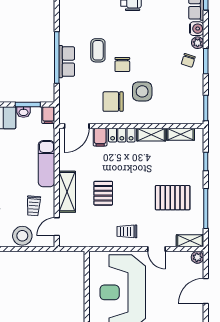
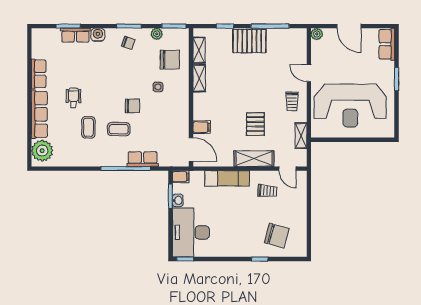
coffee table: (100, 19) -> (88, 127), added
plant: (198, 43) -> (157, 34), moved
row of seats: (67, 62) -> (143, 159), moved
side table: (142, 91) -> (158, 87), width x0.54, depth x0.54
chair: (113, 102) -> (170, 60), moved, turned -90
locker: (122, 135) -> (200, 106), removed
pallet: (103, 193) -> (255, 124), turned 90
pallet: (173, 198) -> (249, 41), moved, turned 90
stool: (22, 236) -> (296, 202), removed
shelving: (190, 241) -> (301, 136), moved
door: (157, 249) -> (309, 73), swing flipped

